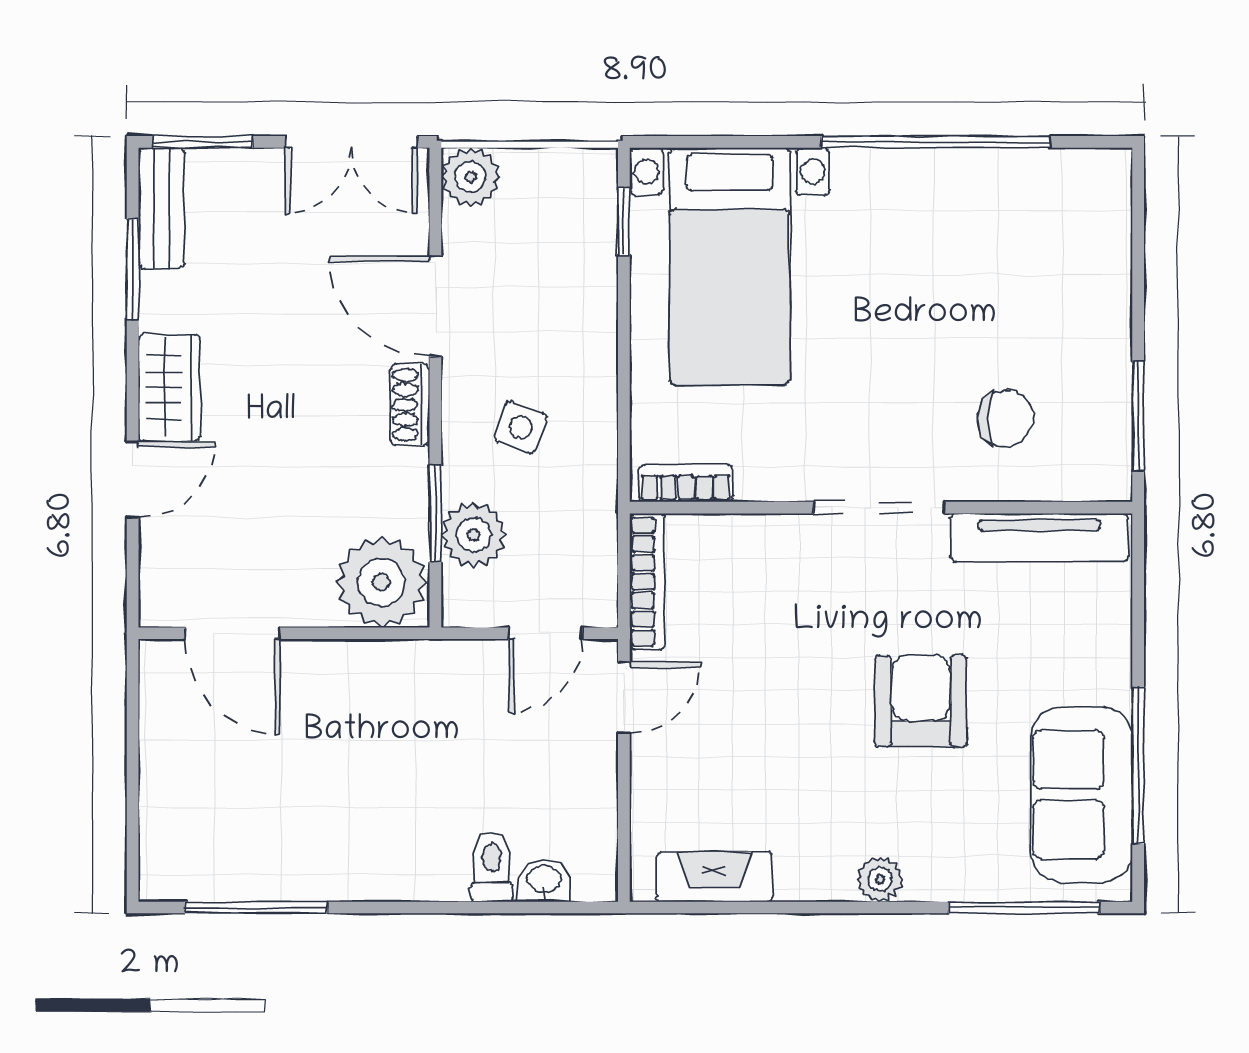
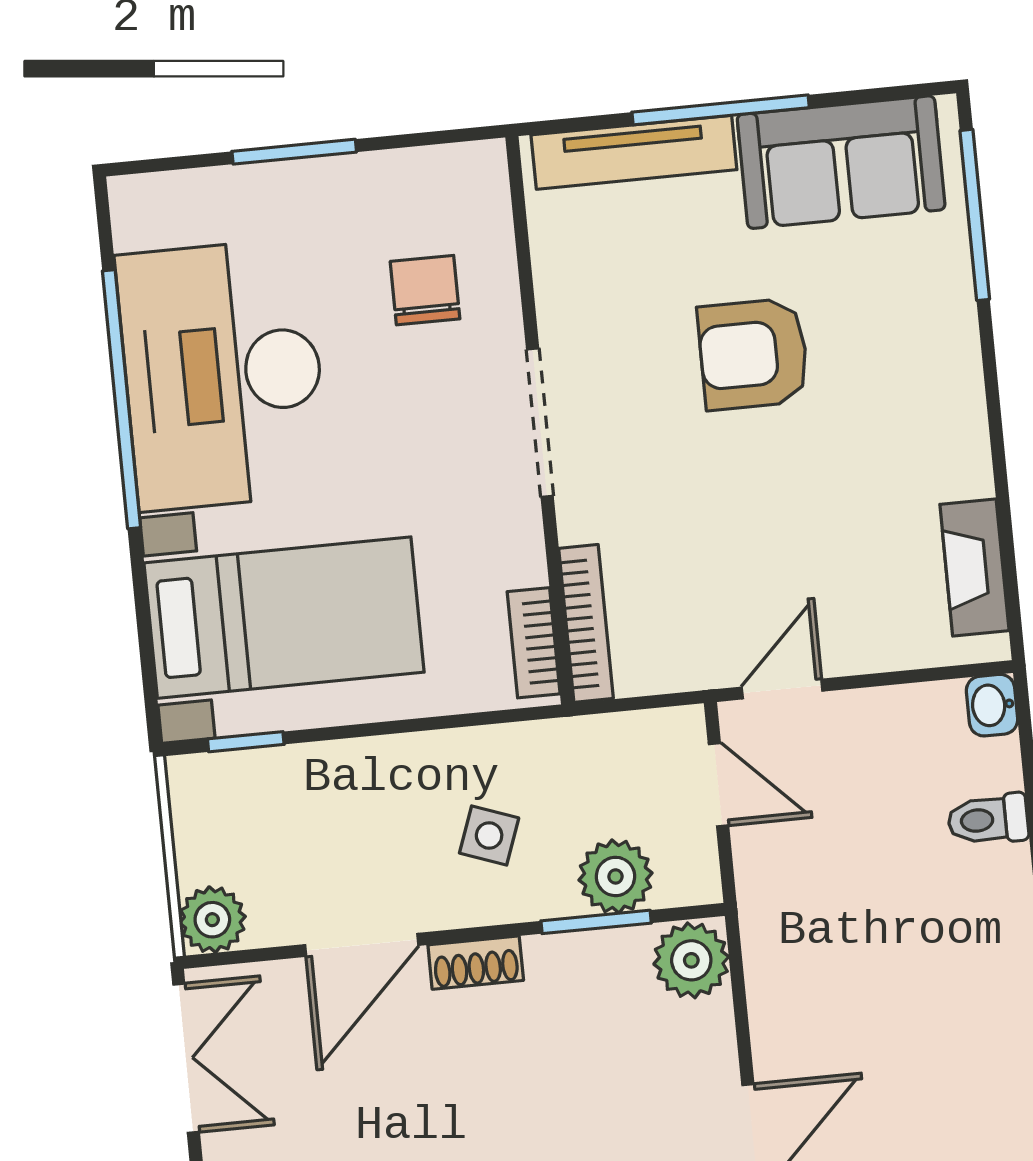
desk: (948, 233) -> (223, 375), added
window: (1138, 416) -> (294, 152), moved
tv unit: (1039, 537) -> (634, 152), moved, turned 90
plant: (381, 582) -> (691, 960), width x0.73, depth x0.73
bookcase: (647, 582) -> (586, 623), moved, turned 90
door: (624, 697) -> (782, 689), hinge flipped
window: (1138, 766) -> (721, 110), moved
plant: (880, 879) -> (959, 380), removed
washbasin: (544, 880) -> (992, 705), moved

